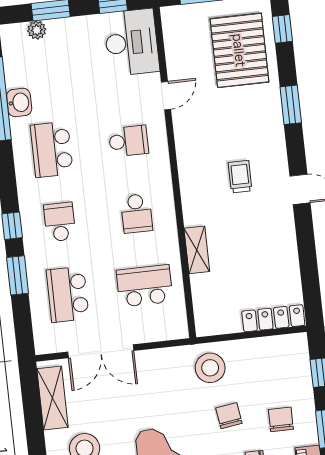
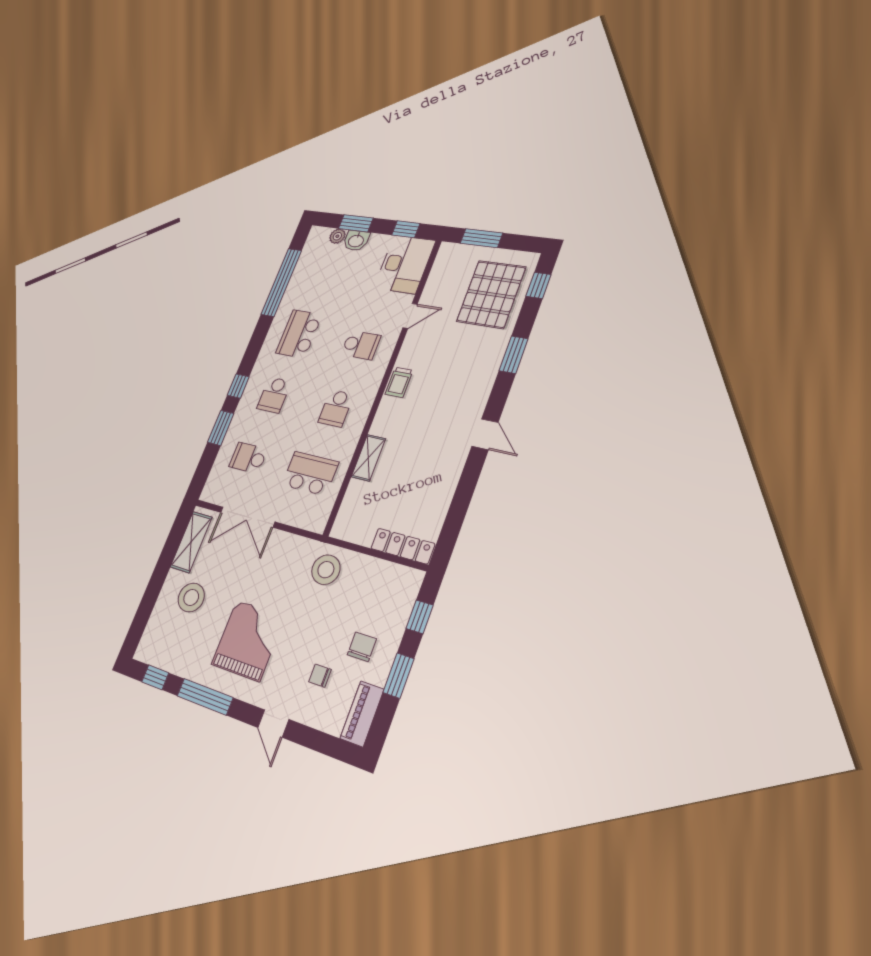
washbasin: (19, 103) -> (356, 241), moved, turned 90
trolley: (240, 177) -> (399, 382), moved, turned 180
school desk: (60, 222) -> (274, 395), turned 180
school desk: (68, 294) -> (248, 458), width x0.54
chair: (229, 416) -> (319, 622), removed

